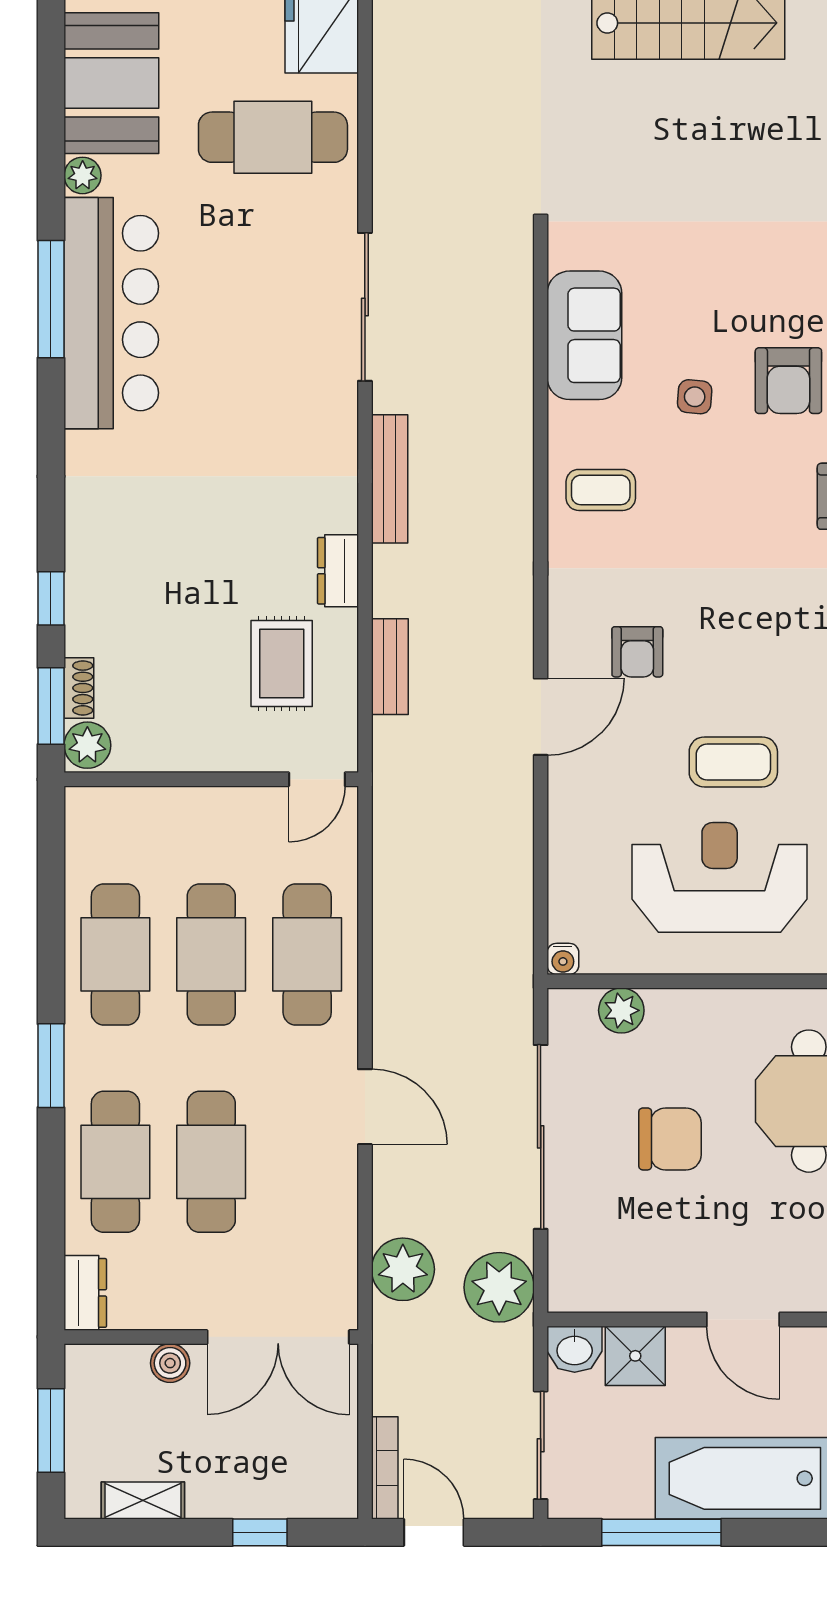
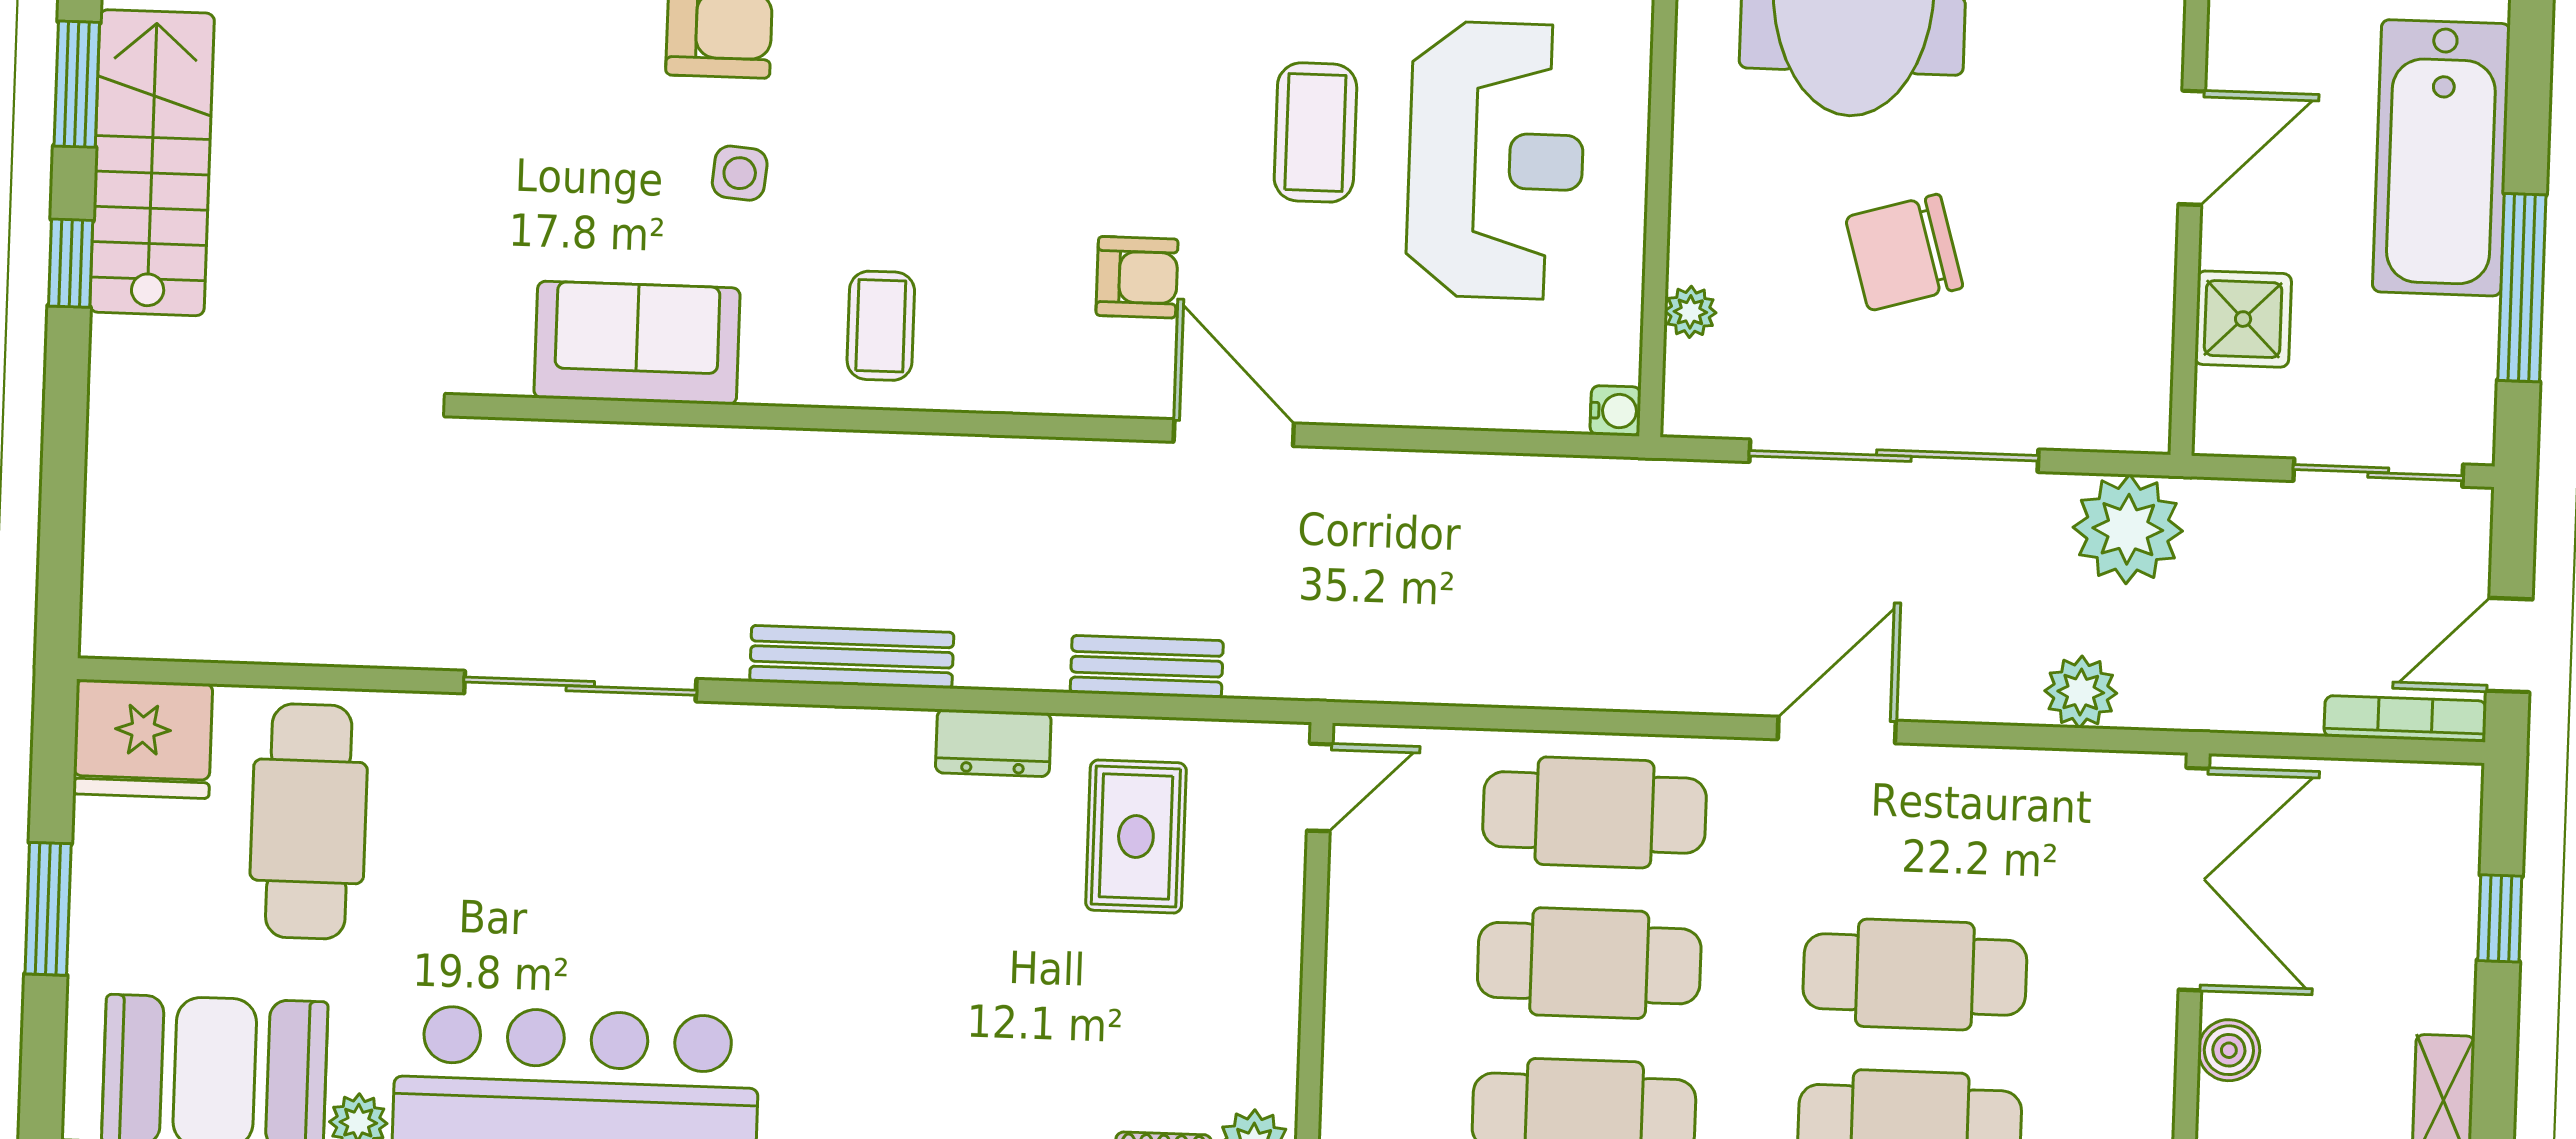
rug: (282, 664) -> (1136, 837), turned 90
door: (317, 779) -> (1320, 787), hinge flipped
reception desk: (720, 877) -> (1496, 160), turned 180
plant: (621, 1010) -> (1690, 312), width x0.73, depth x0.73
chair: (670, 1139) -> (1904, 252), turned -106
plant: (403, 1269) -> (2081, 692), width x0.73, depth x0.73
washbasin: (575, 1349) -> (2229, 414), removed

